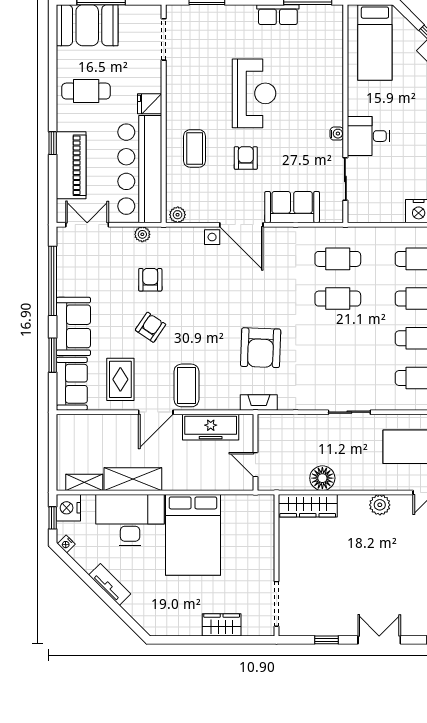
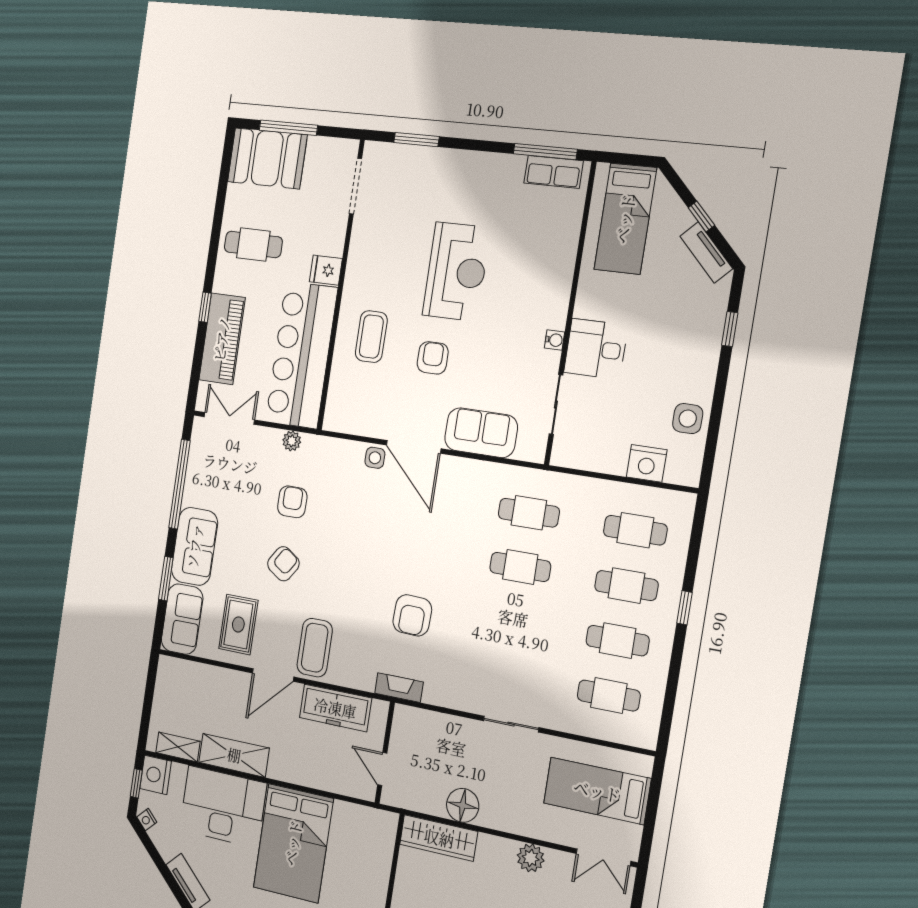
row of seats: (278, 15) -> (554, 172), moved
plant: (178, 215) -> (338, 422), removed
armchair: (261, 348) -> (412, 615), width x0.73, depth x0.73

